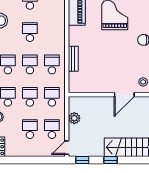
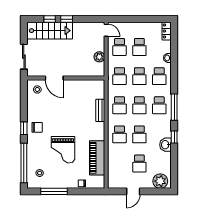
school desk: (52, 32) -> (120, 134), added
door: (124, 95) -> (54, 78), swing flipped
door: (67, 148) -> (106, 30), hinge flipped
window: (82, 160) -> (50, 19), moved

